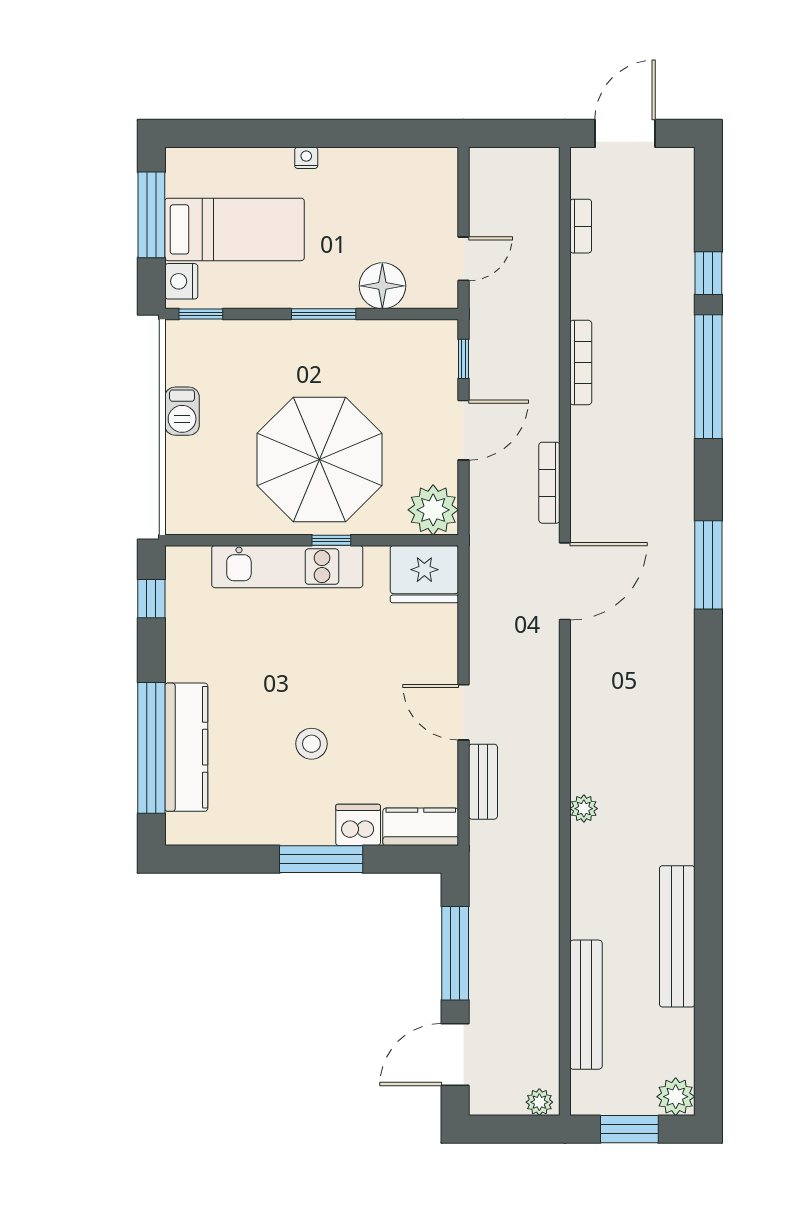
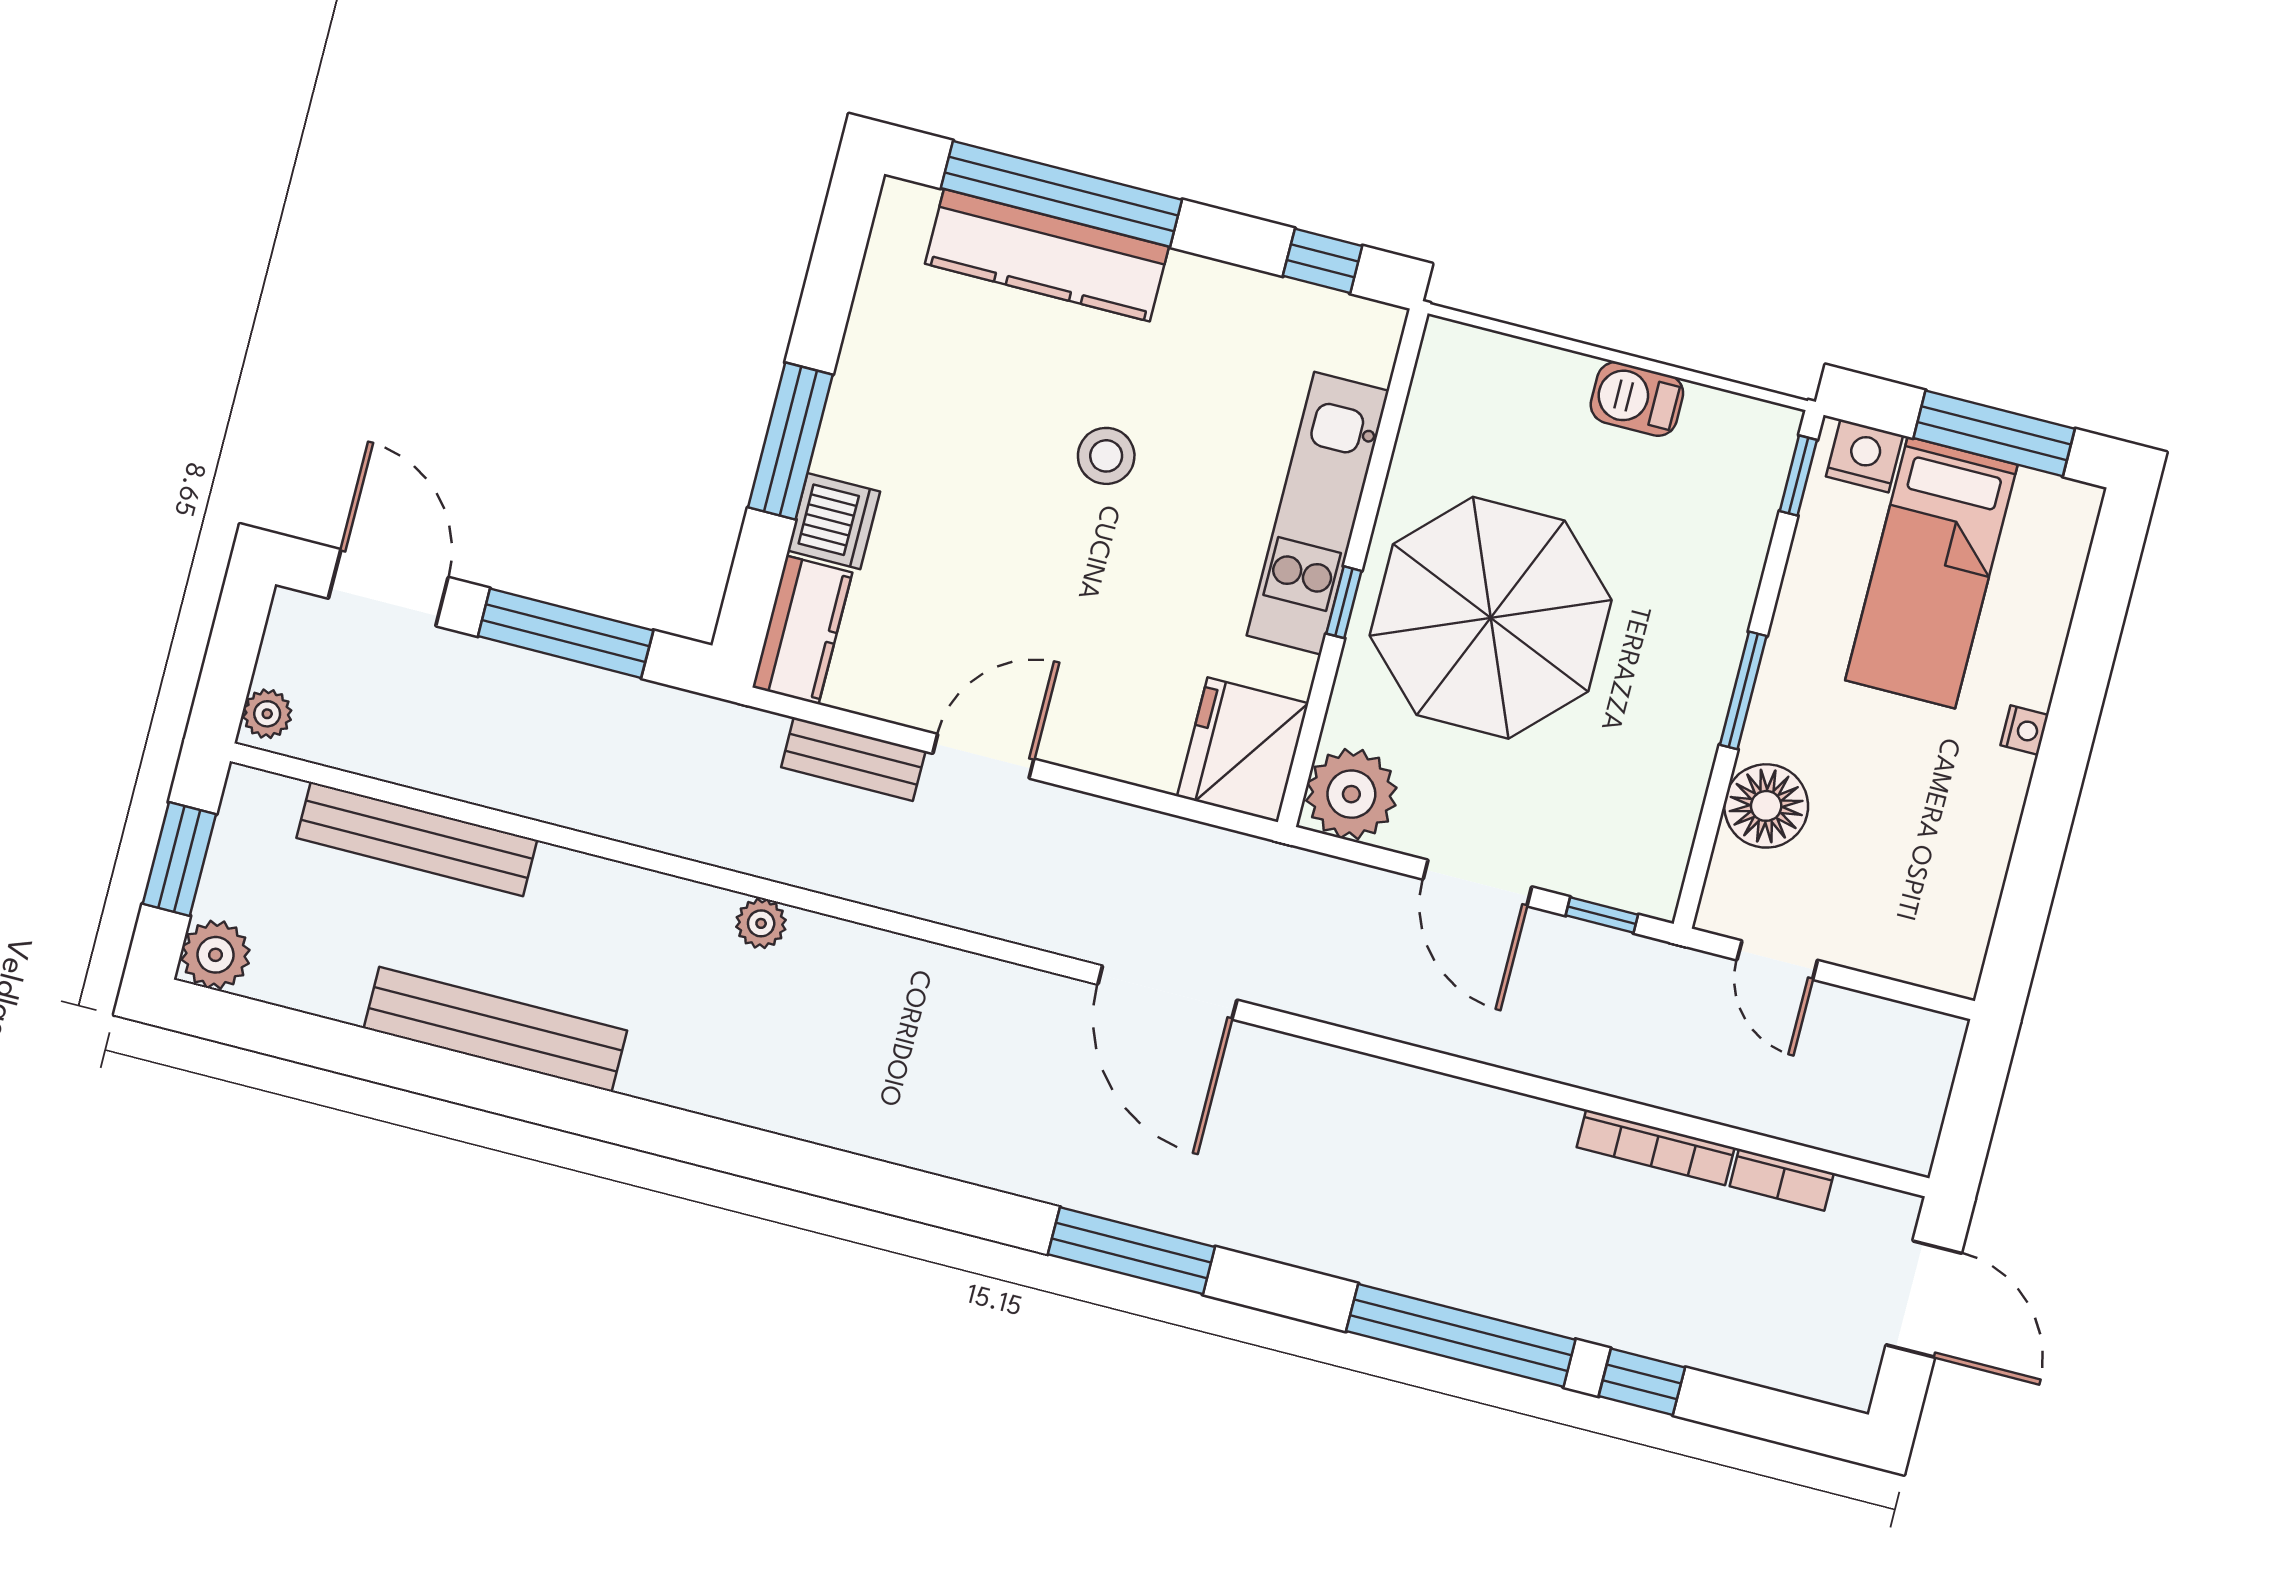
bookcase: (581, 363) -> (1656, 1147), moved
bookcase: (549, 483) -> (1347, 1010), removed
stool: (311, 744) -> (1106, 456), moved

